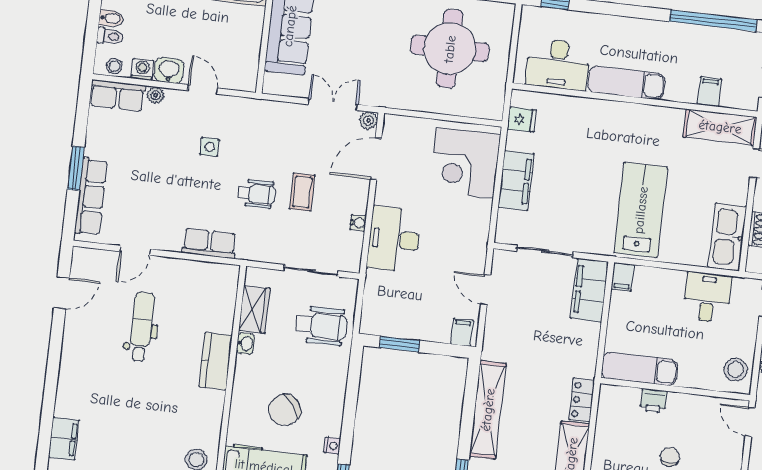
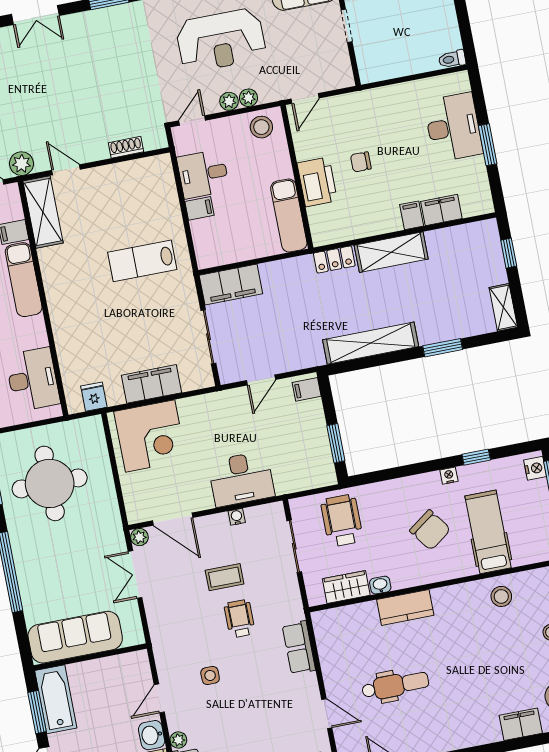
exam couch: (626, 83) -> (24, 280), moved
lab bench: (641, 210) -> (142, 261), width x0.73, depth x0.72
kitchen sink: (727, 237) -> (142, 173), removed
filing cabinet: (623, 277) -> (199, 208), moved
dental chair: (142, 327) -> (395, 685), turned 180
printer: (654, 401) -> (317, 182), width x1.87, depth x1.48

